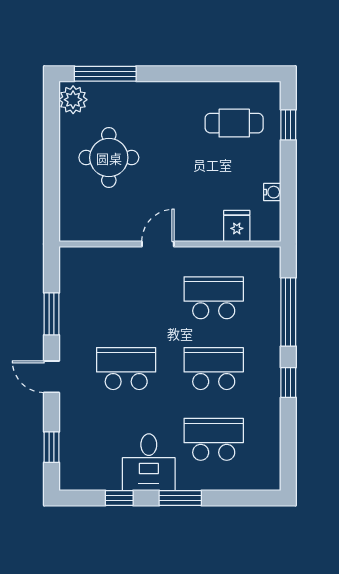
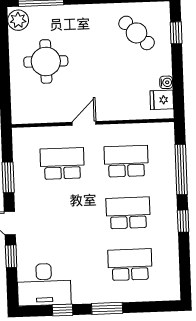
cafe table: (234, 123) -> (137, 33), turned 45
fridge: (237, 226) -> (162, 100), moved, turned -90
school desk: (126, 369) -> (62, 163), moved
window: (52, 447) -> (11, 256), moved
desk: (149, 462) -> (44, 285), moved, width x1.37

